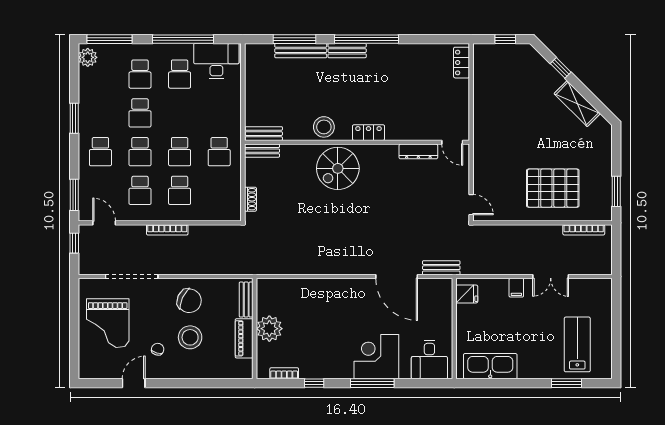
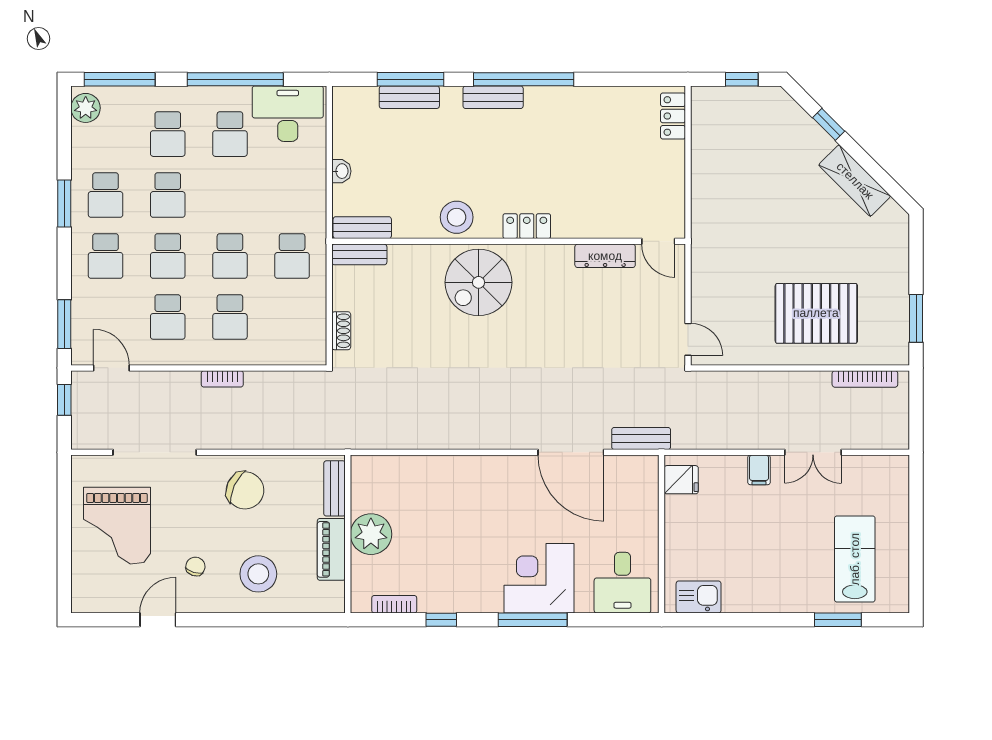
bench: (301, 51) -> (409, 97), width x0.73
washbasin: (251, 98) -> (341, 171), added
school desk: (100, 113) -> (106, 195), added
bookcase: (167, 230) -> (222, 379), width x0.64
stool: (190, 337) -> (258, 574), moved
kitchen sink: (490, 366) -> (699, 597), width x0.53, depth x0.81

